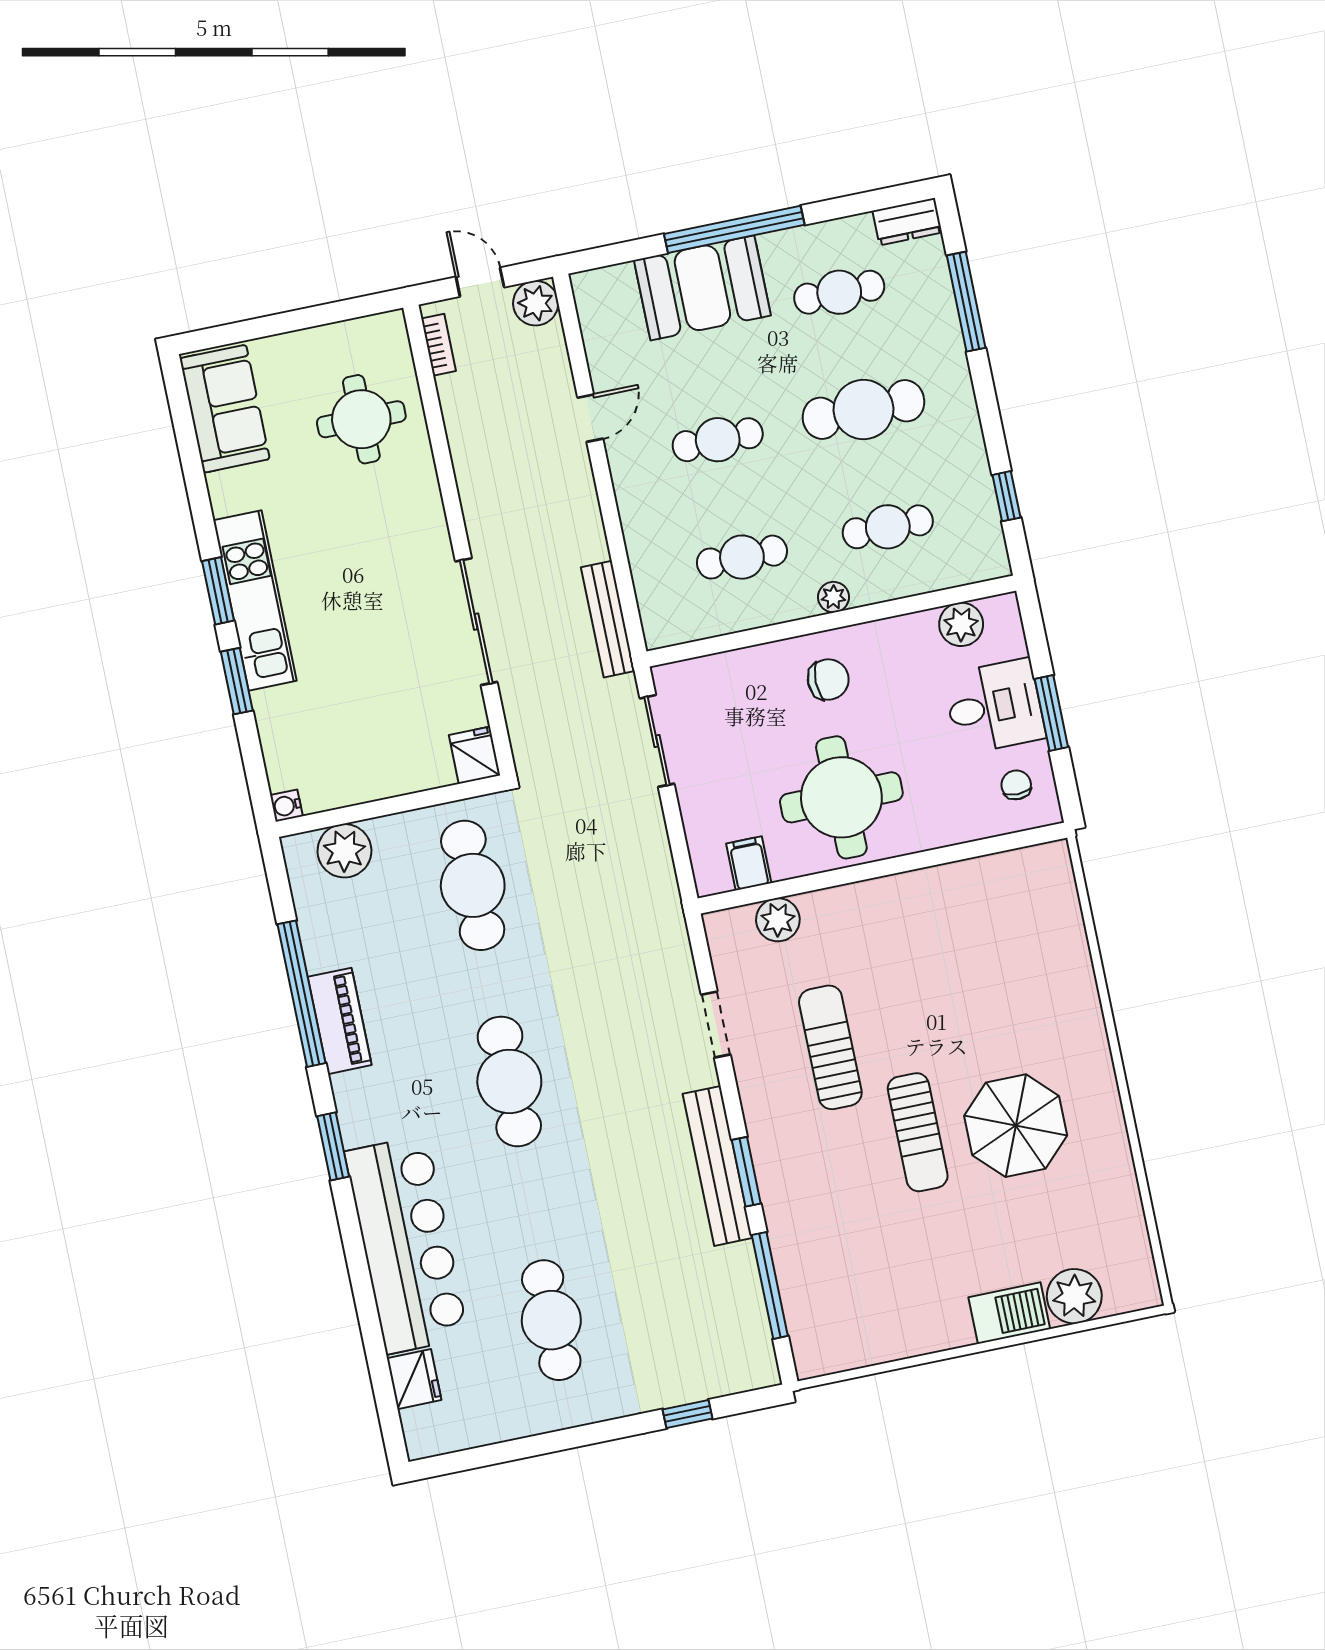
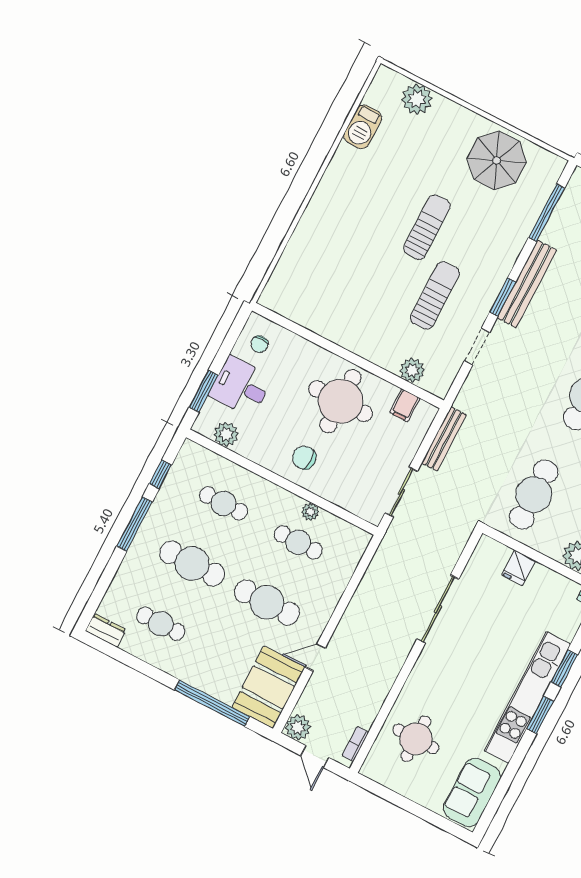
window: (734, 229) -> (212, 703), moved
booth: (702, 288) -> (268, 687), moved, turned 90
window: (966, 302) -> (135, 524), moved
cafe table: (718, 440) -> (267, 602), width x1.37, depth x1.35
plant: (833, 597) -> (310, 512), moved
kitchen unit: (255, 601) -> (527, 697), width x1.36
bench: (608, 619) -> (444, 439), moved
window: (1051, 713) -> (204, 391), moved
fridge: (475, 755) -> (519, 568), moved
sun lounger: (830, 1047) -> (435, 296), turned 180
parasol: (1016, 1126) -> (497, 160), moved
window: (746, 1172) -> (503, 297), moved
barbecue: (1009, 1313) -> (363, 127), moved, turned -90

